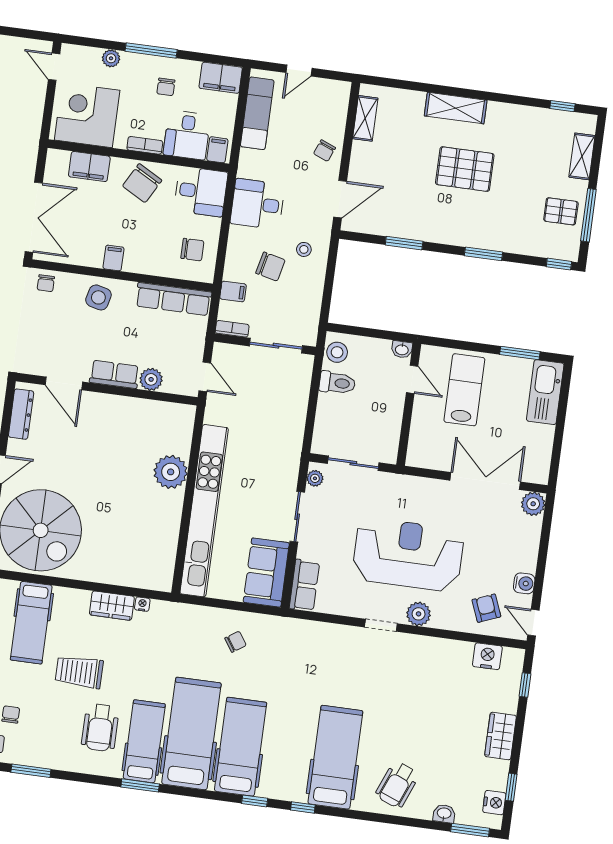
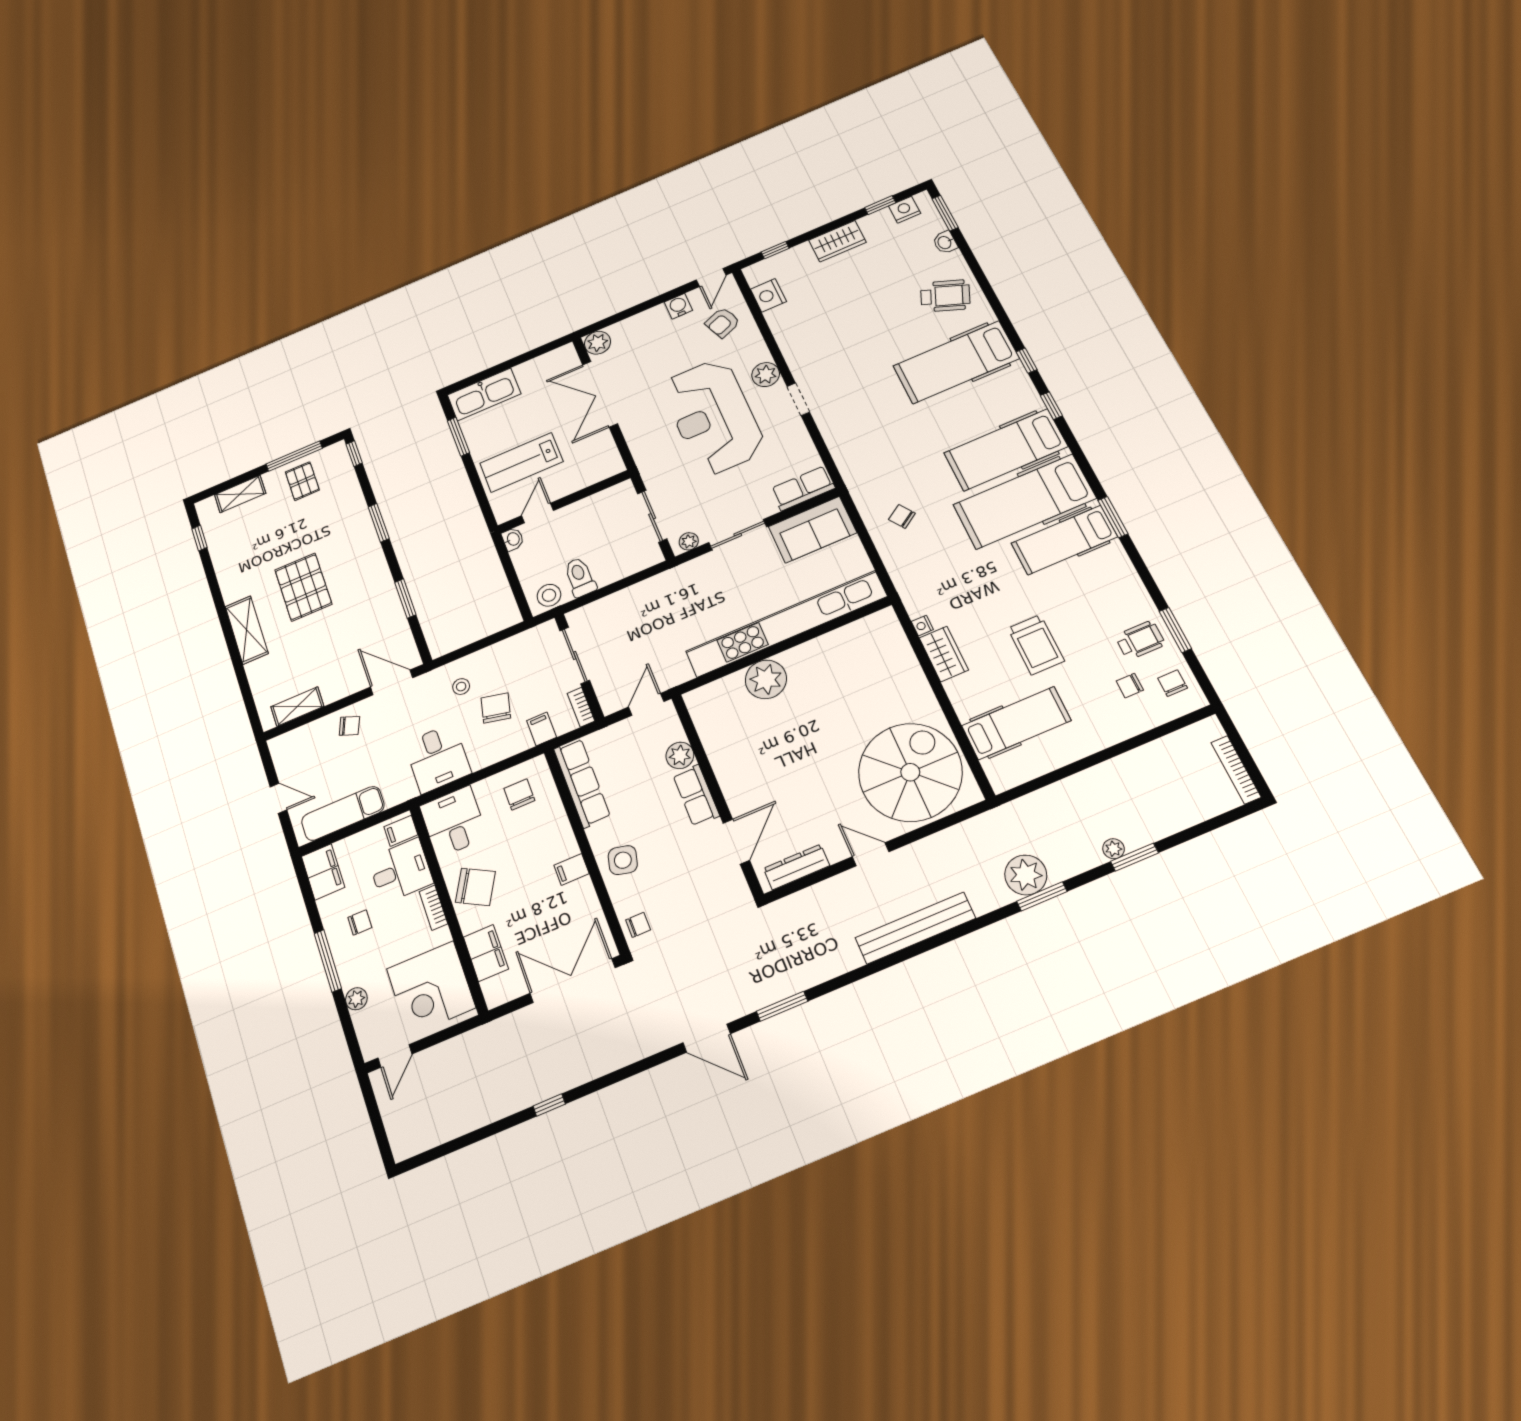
wheelchair: (100, 728) -> (1140, 640), moved, width x0.73, depth x0.73

